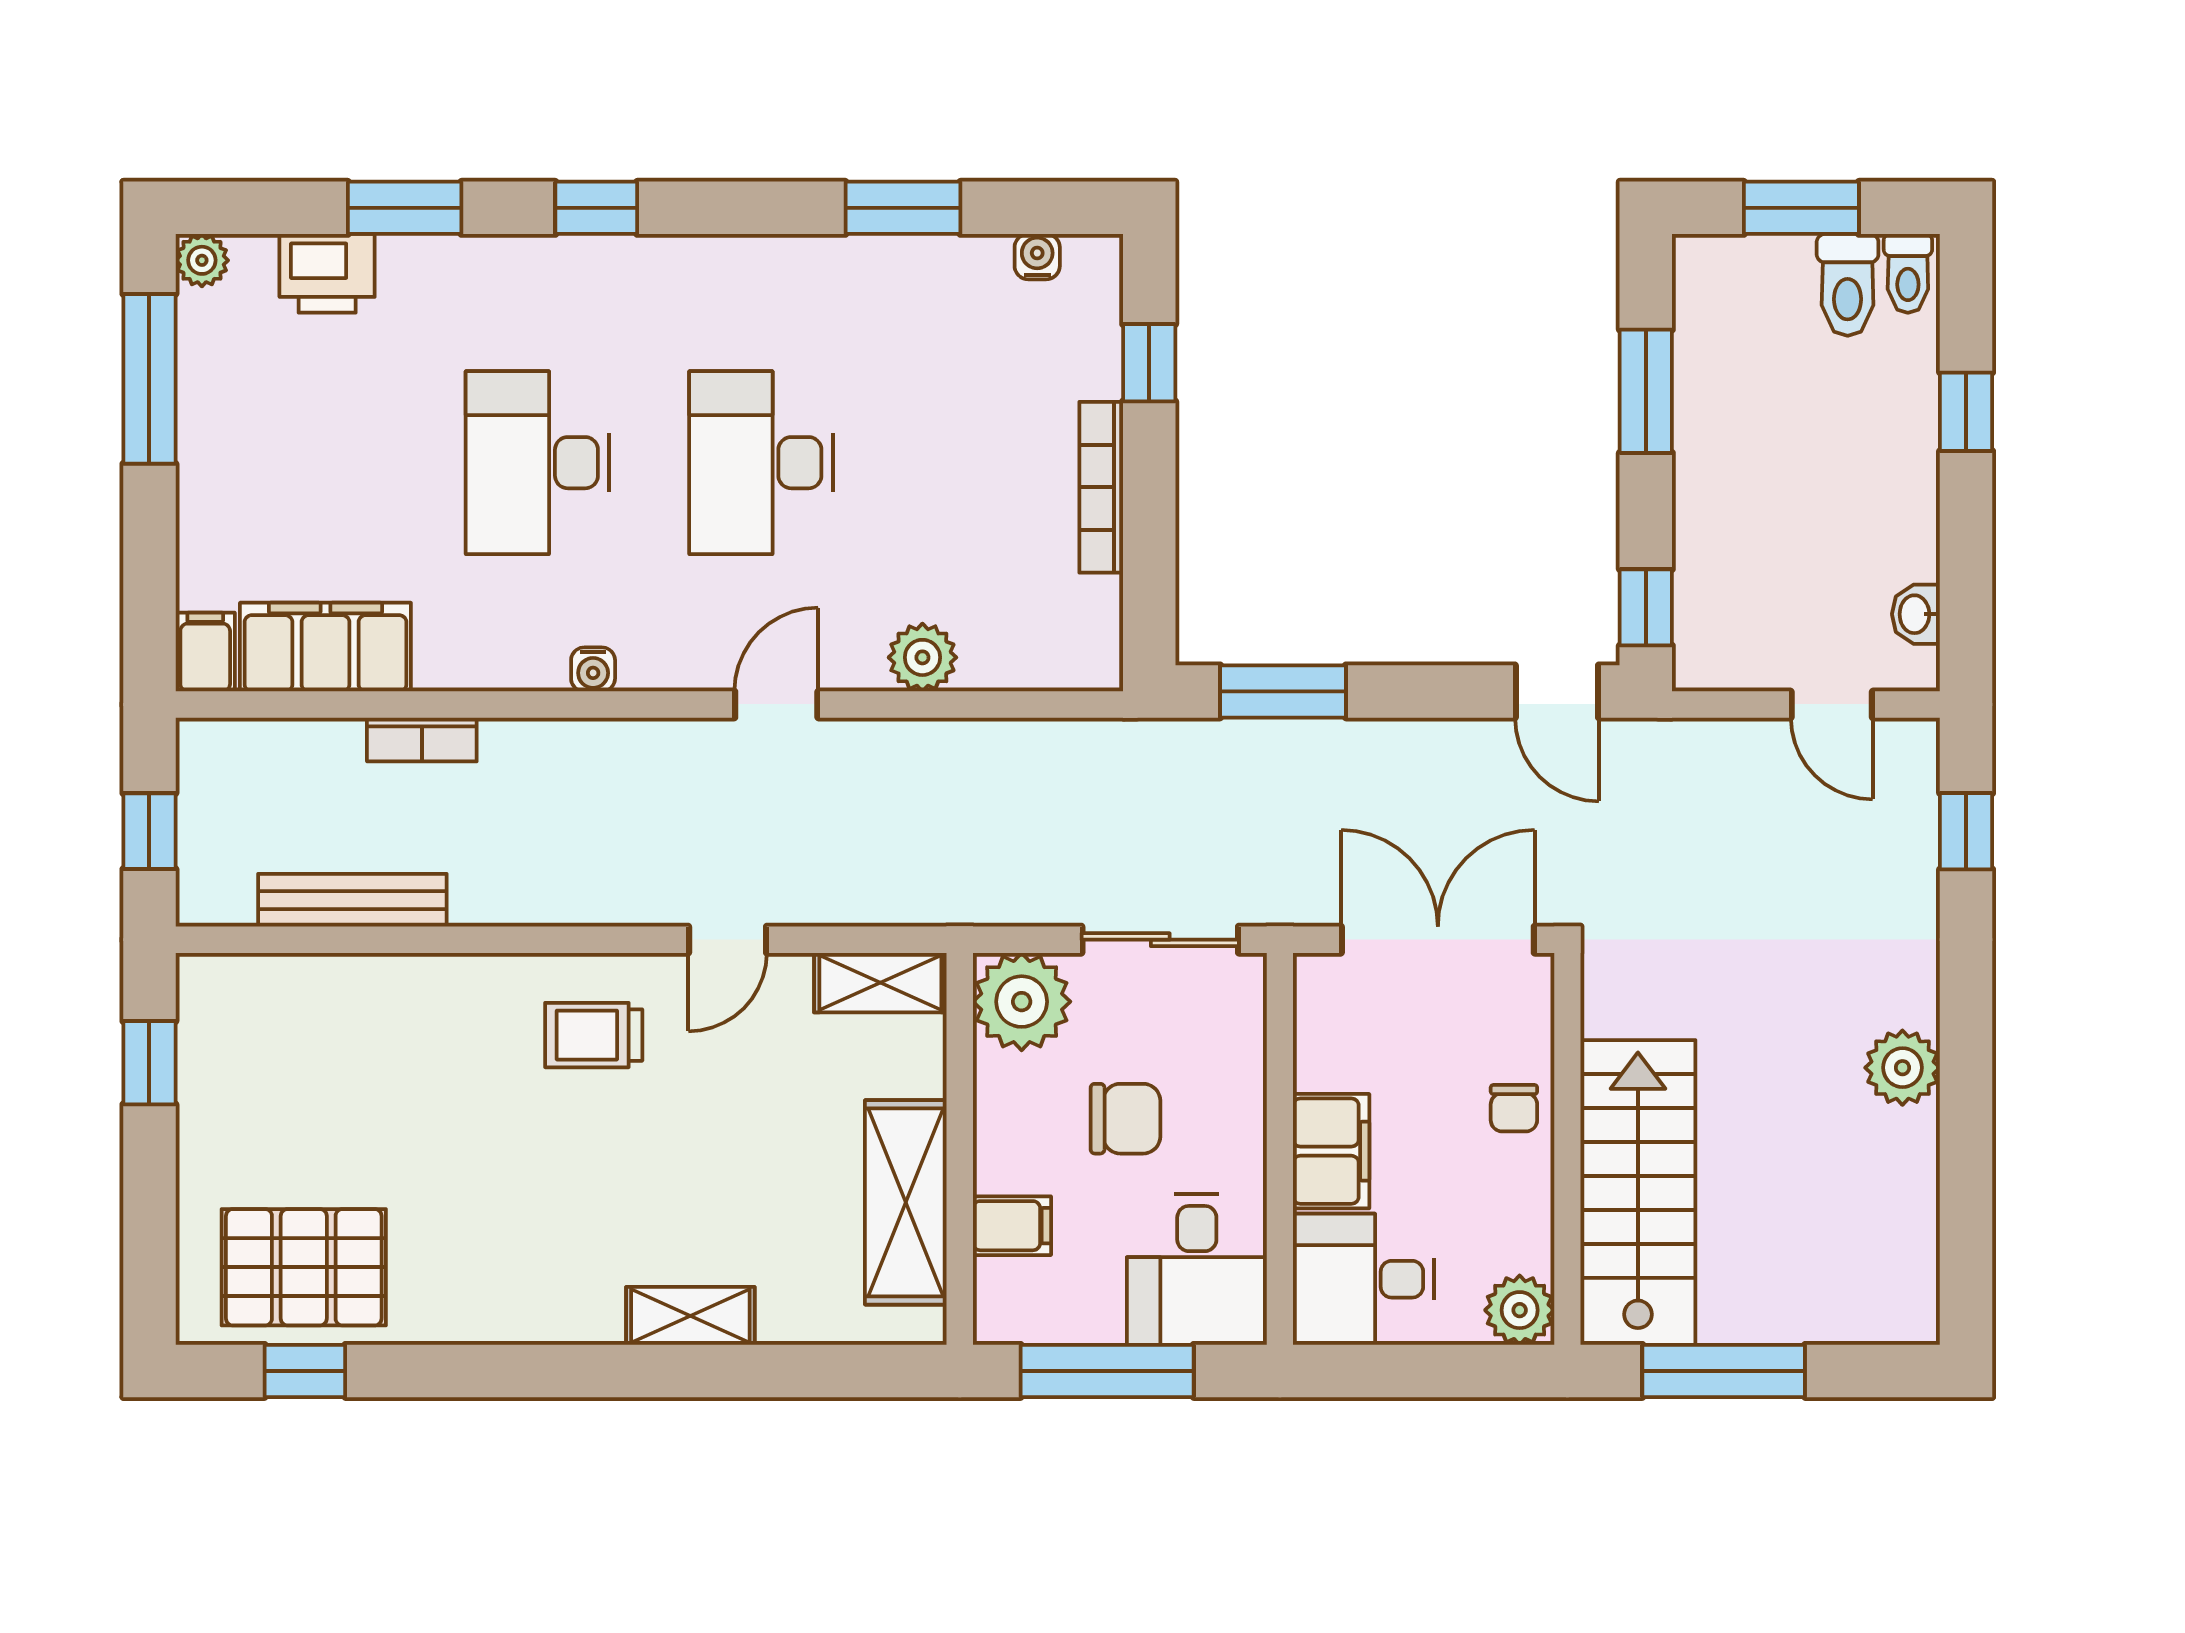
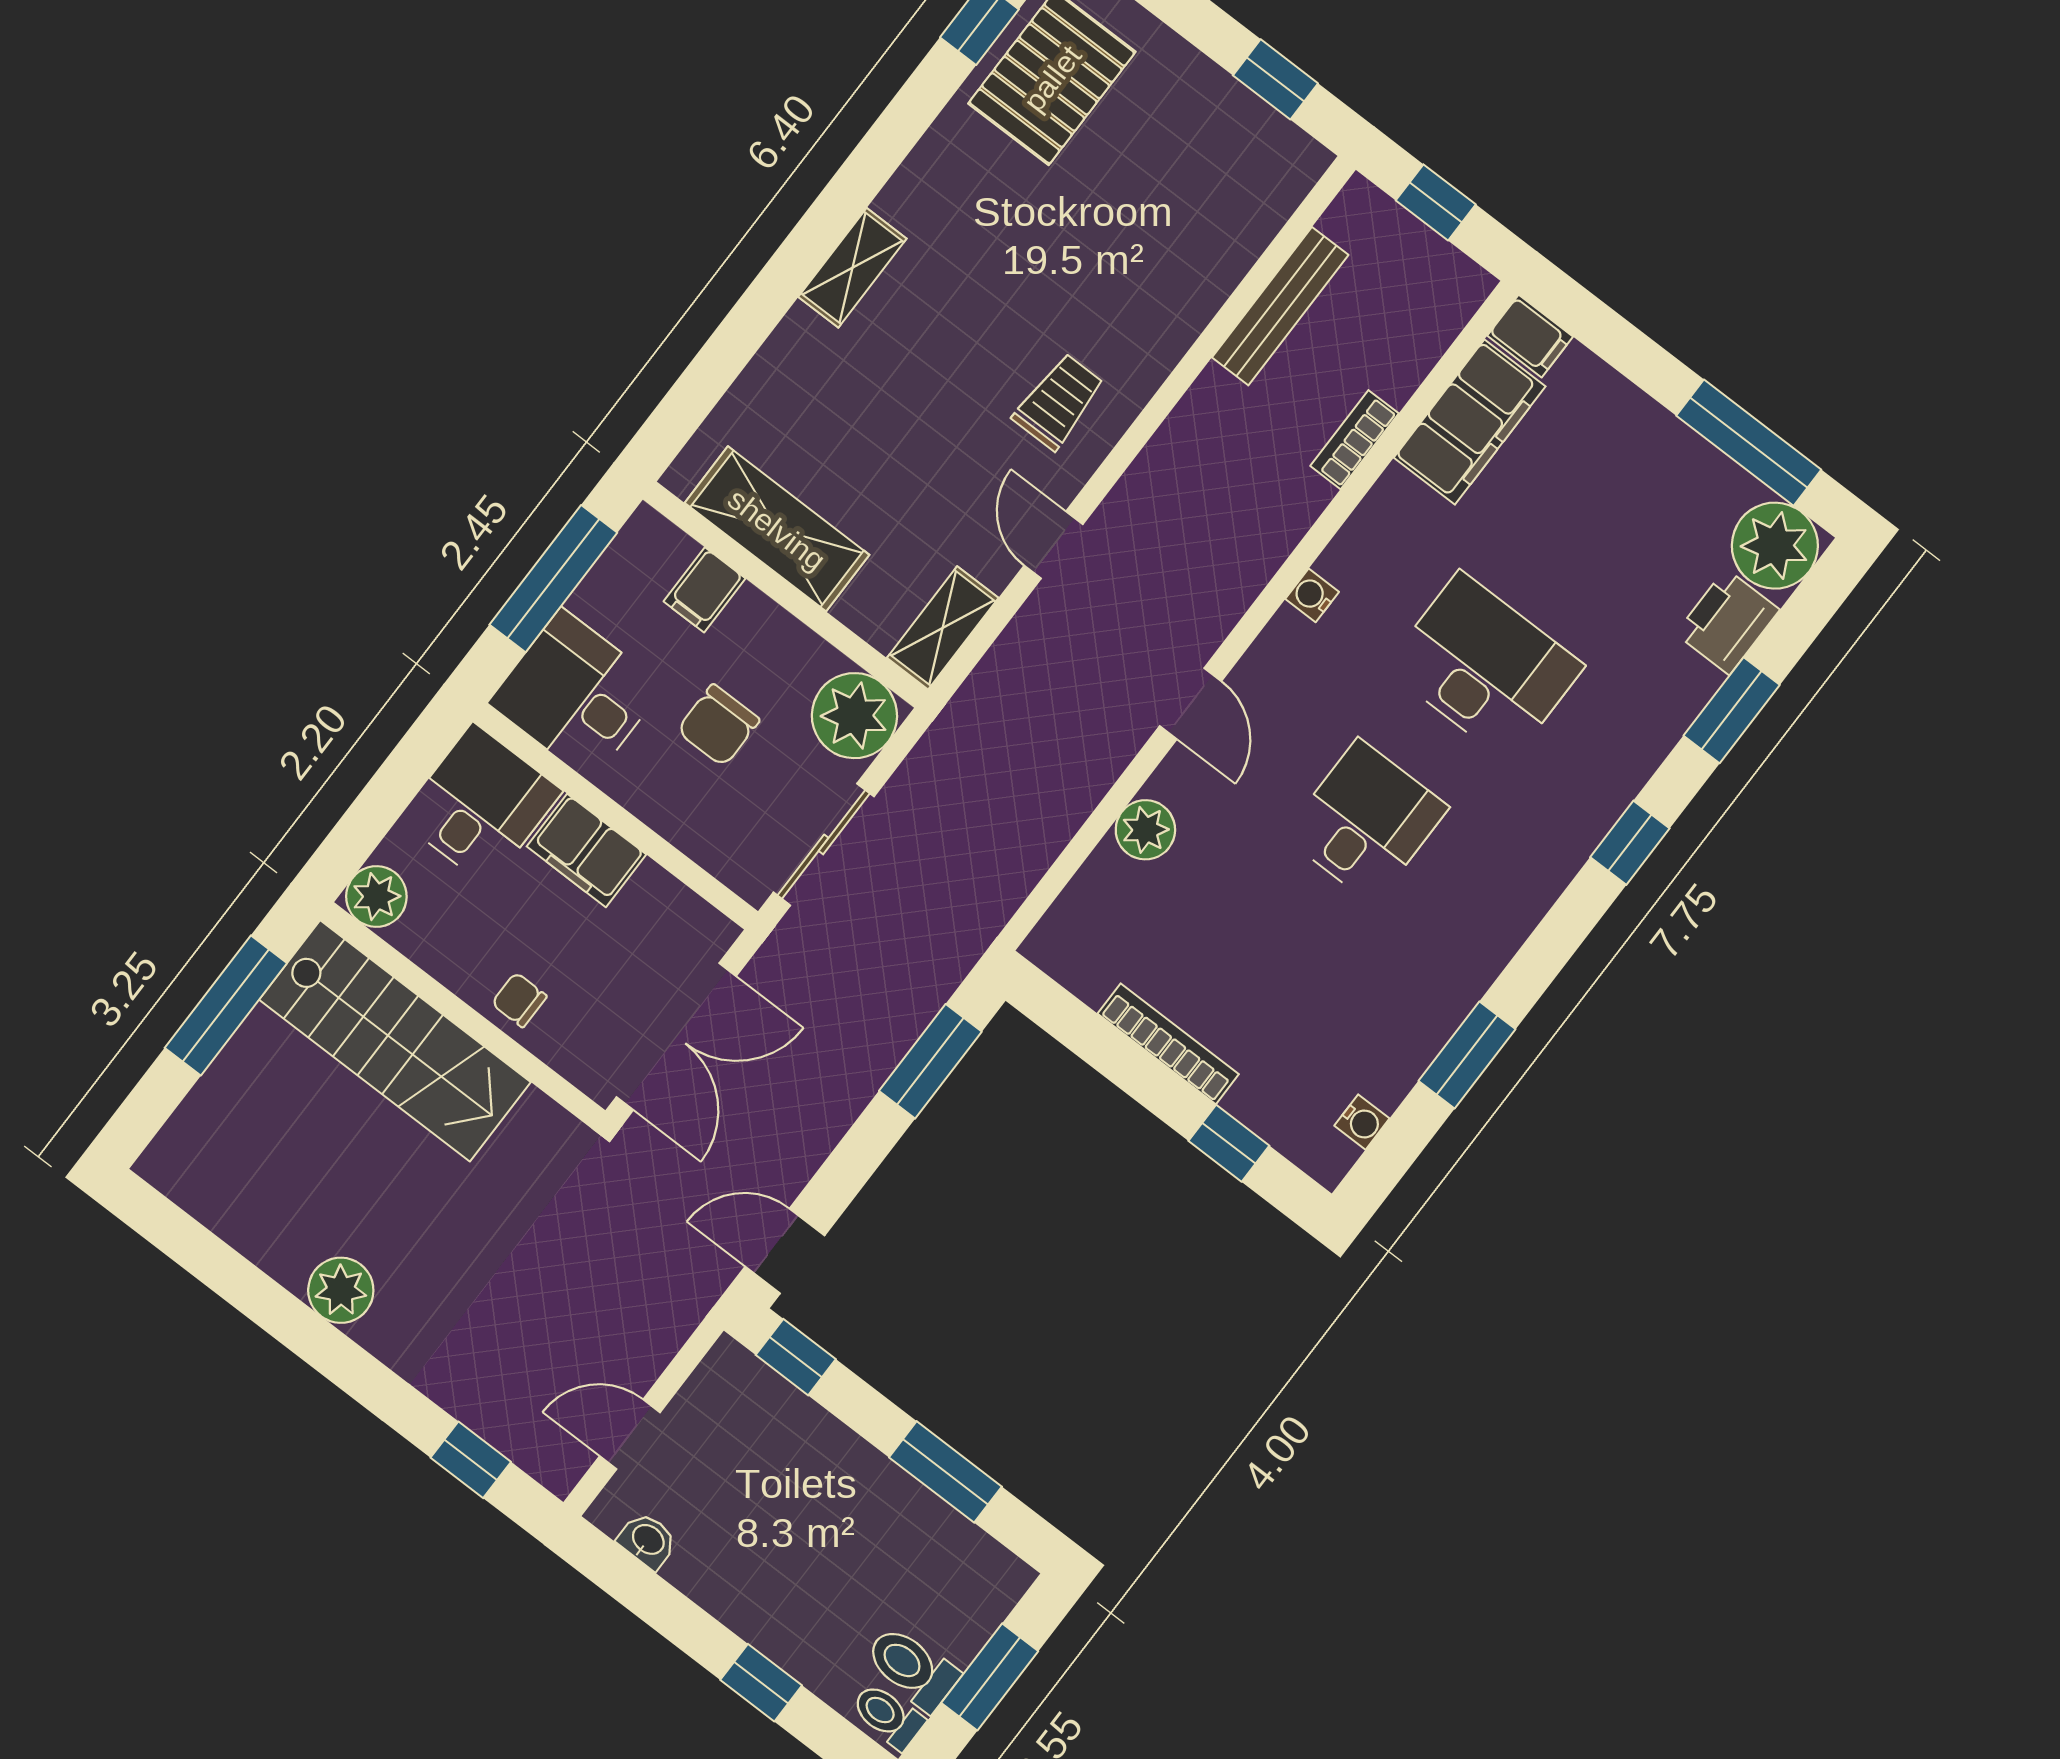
plant: (202, 260) -> (1775, 546), width x1.87, depth x1.87
desk: (761, 463) -> (1366, 821), width x0.73
shelving: (690, 1316) -> (852, 268), moved

